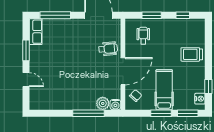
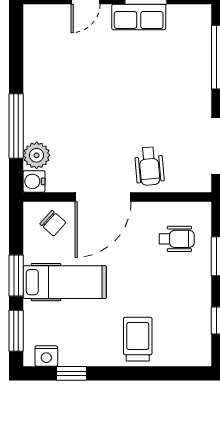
row of seats: (36, 32) -> (139, 17), moved
door: (123, 71) -> (103, 197), hinge flipped

